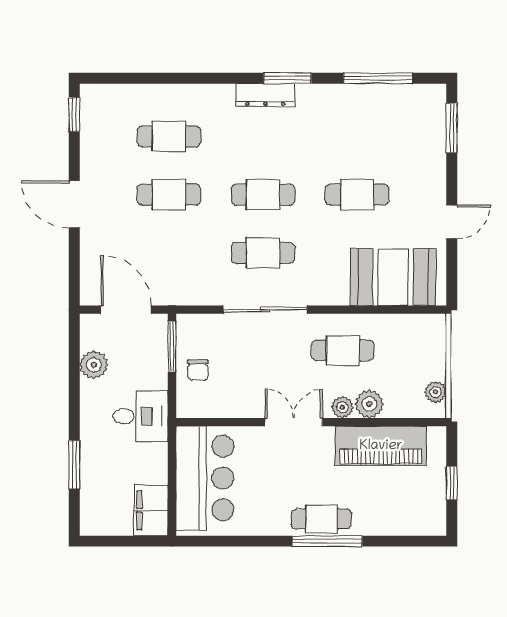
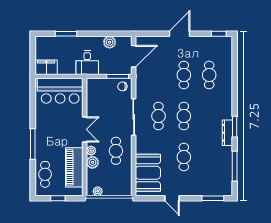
dresser: (265, 95) -> (227, 133), moved
chair: (198, 370) -> (122, 86), moved
cafe table: (321, 519) -> (45, 174), moved

